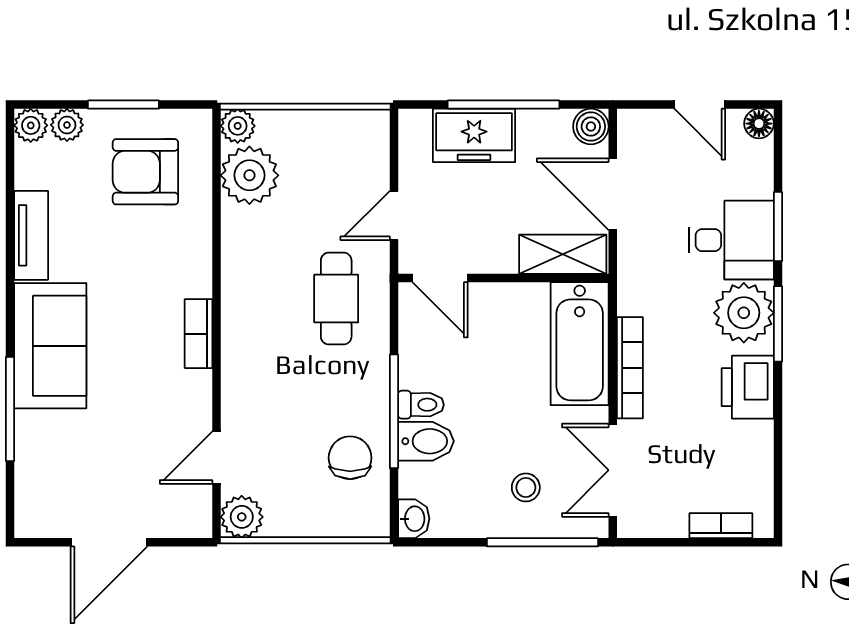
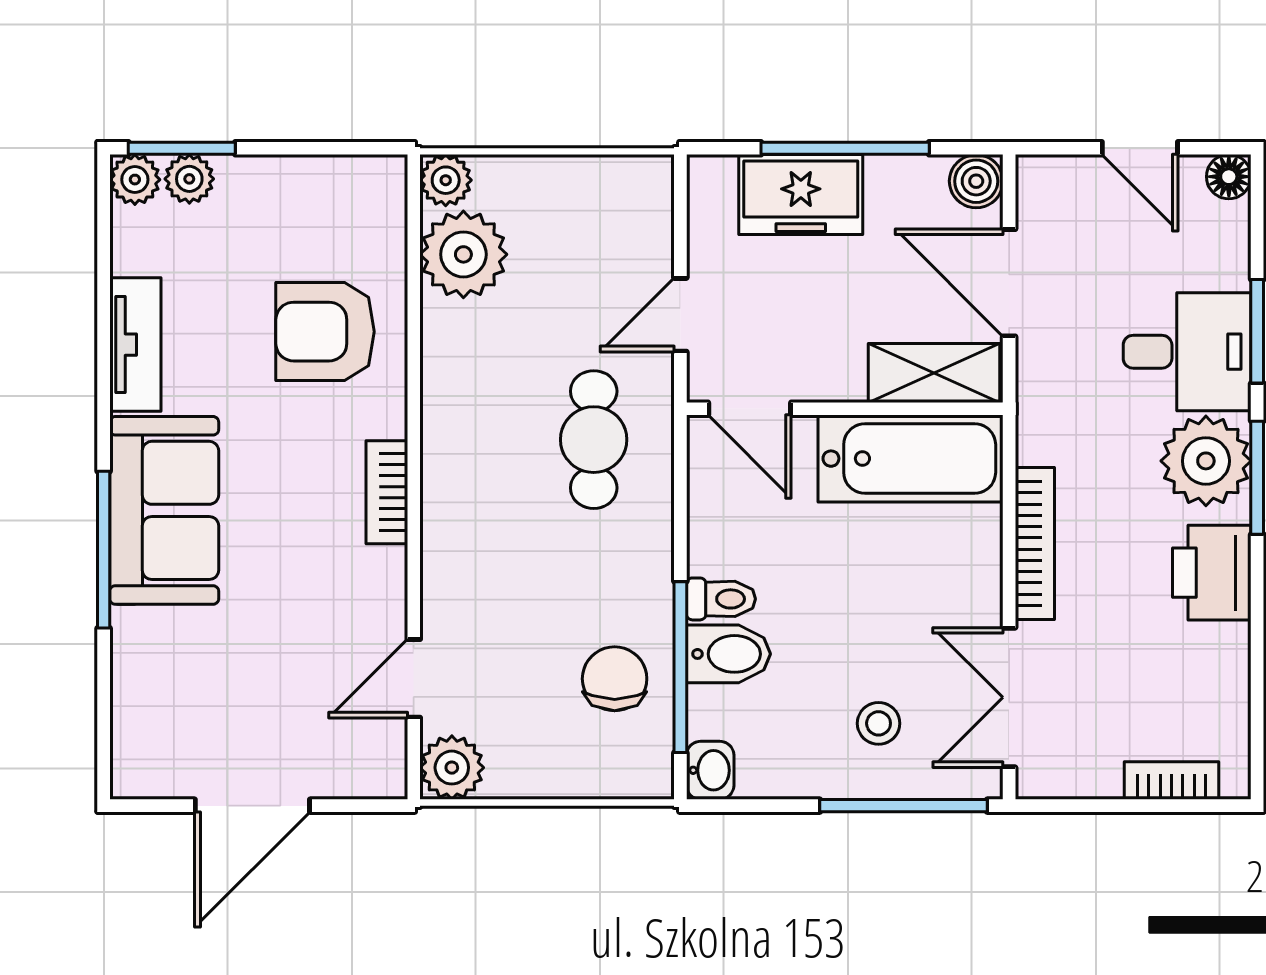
window: (123, 105) -> (182, 148), moved
armchair: (145, 172) -> (325, 332), moved
bathtub: (580, 344) -> (910, 459), moved, turned -90
window: (10, 409) -> (104, 550), moved
window: (394, 411) -> (680, 667), moved

